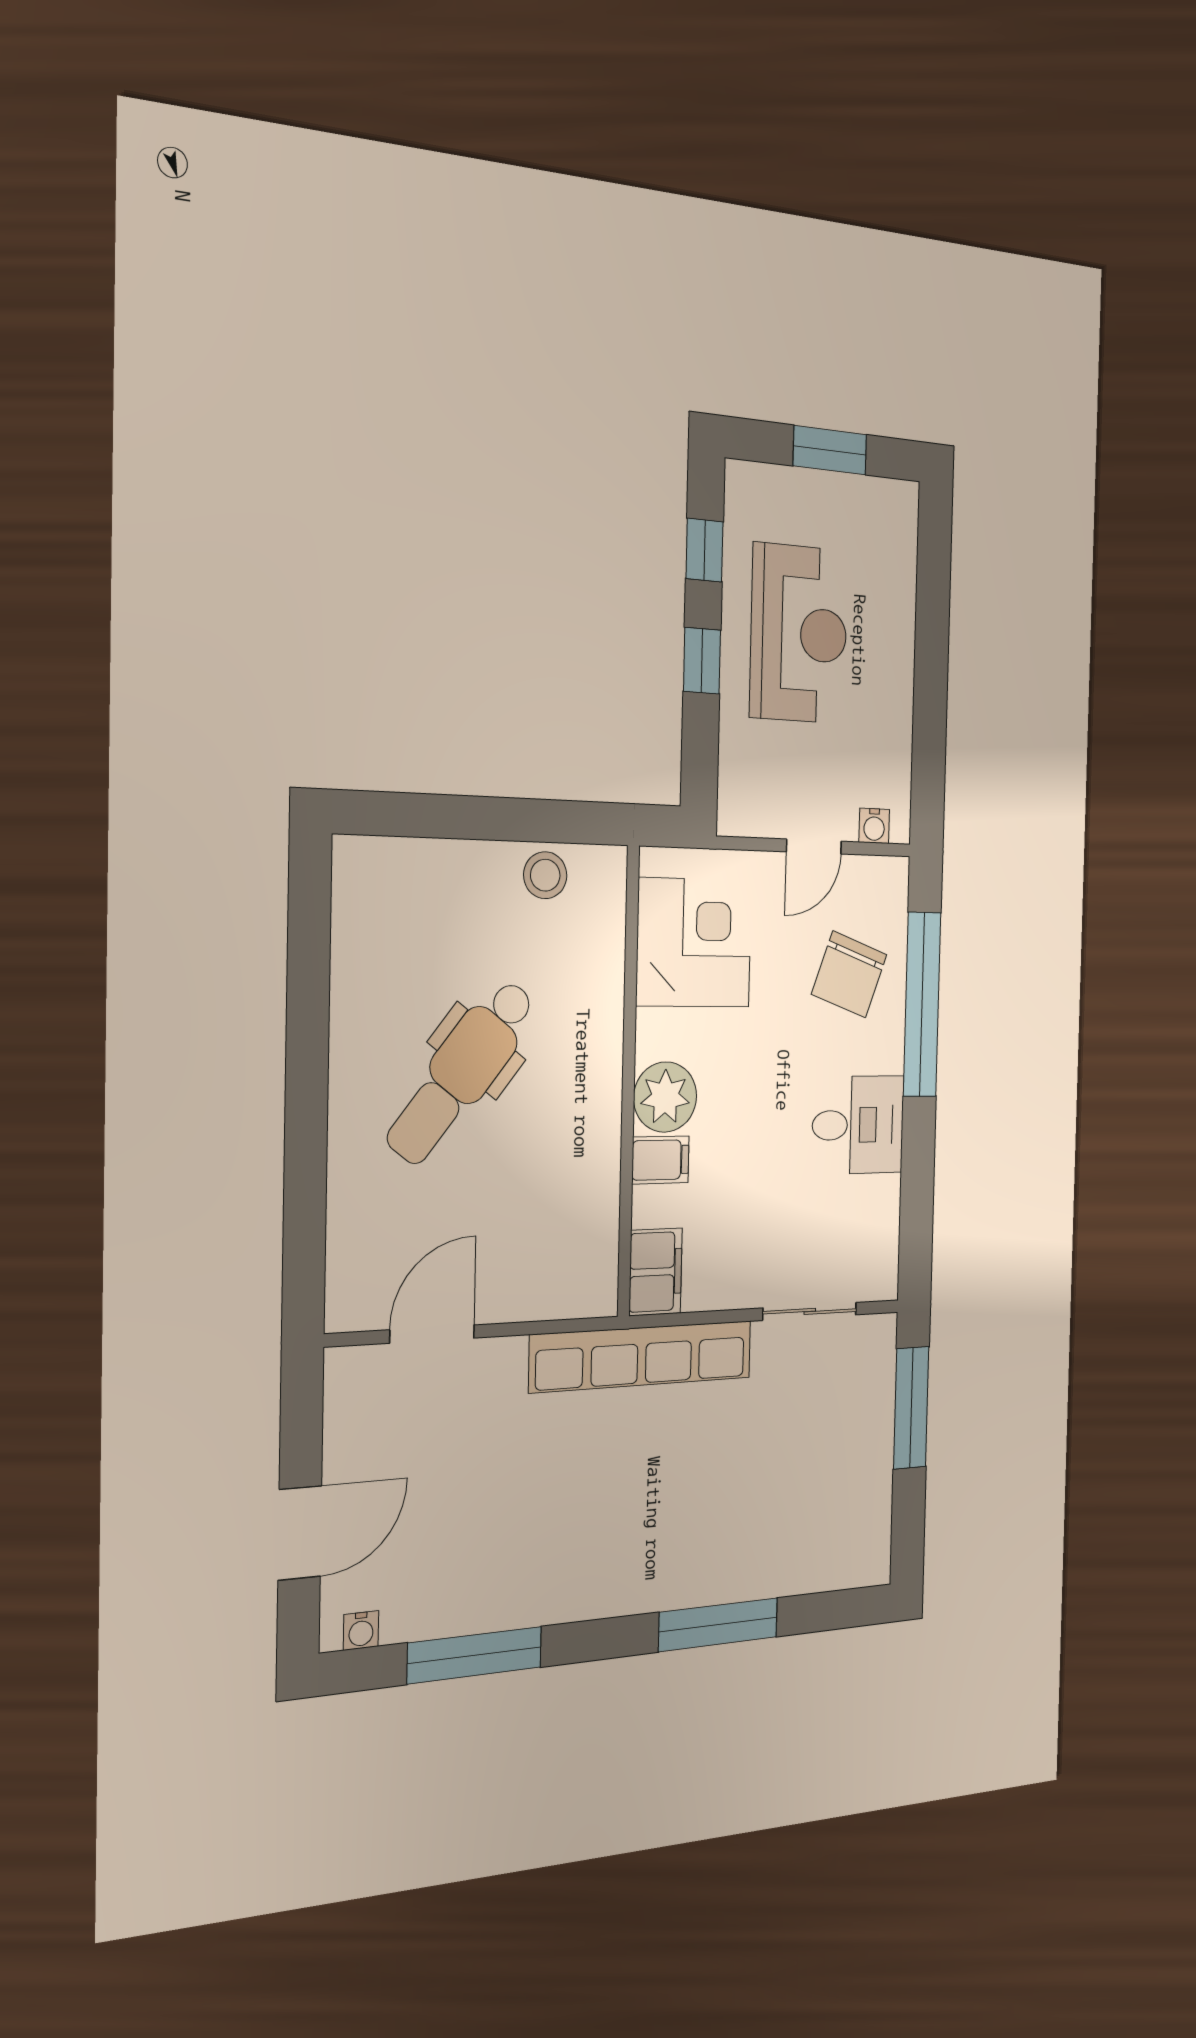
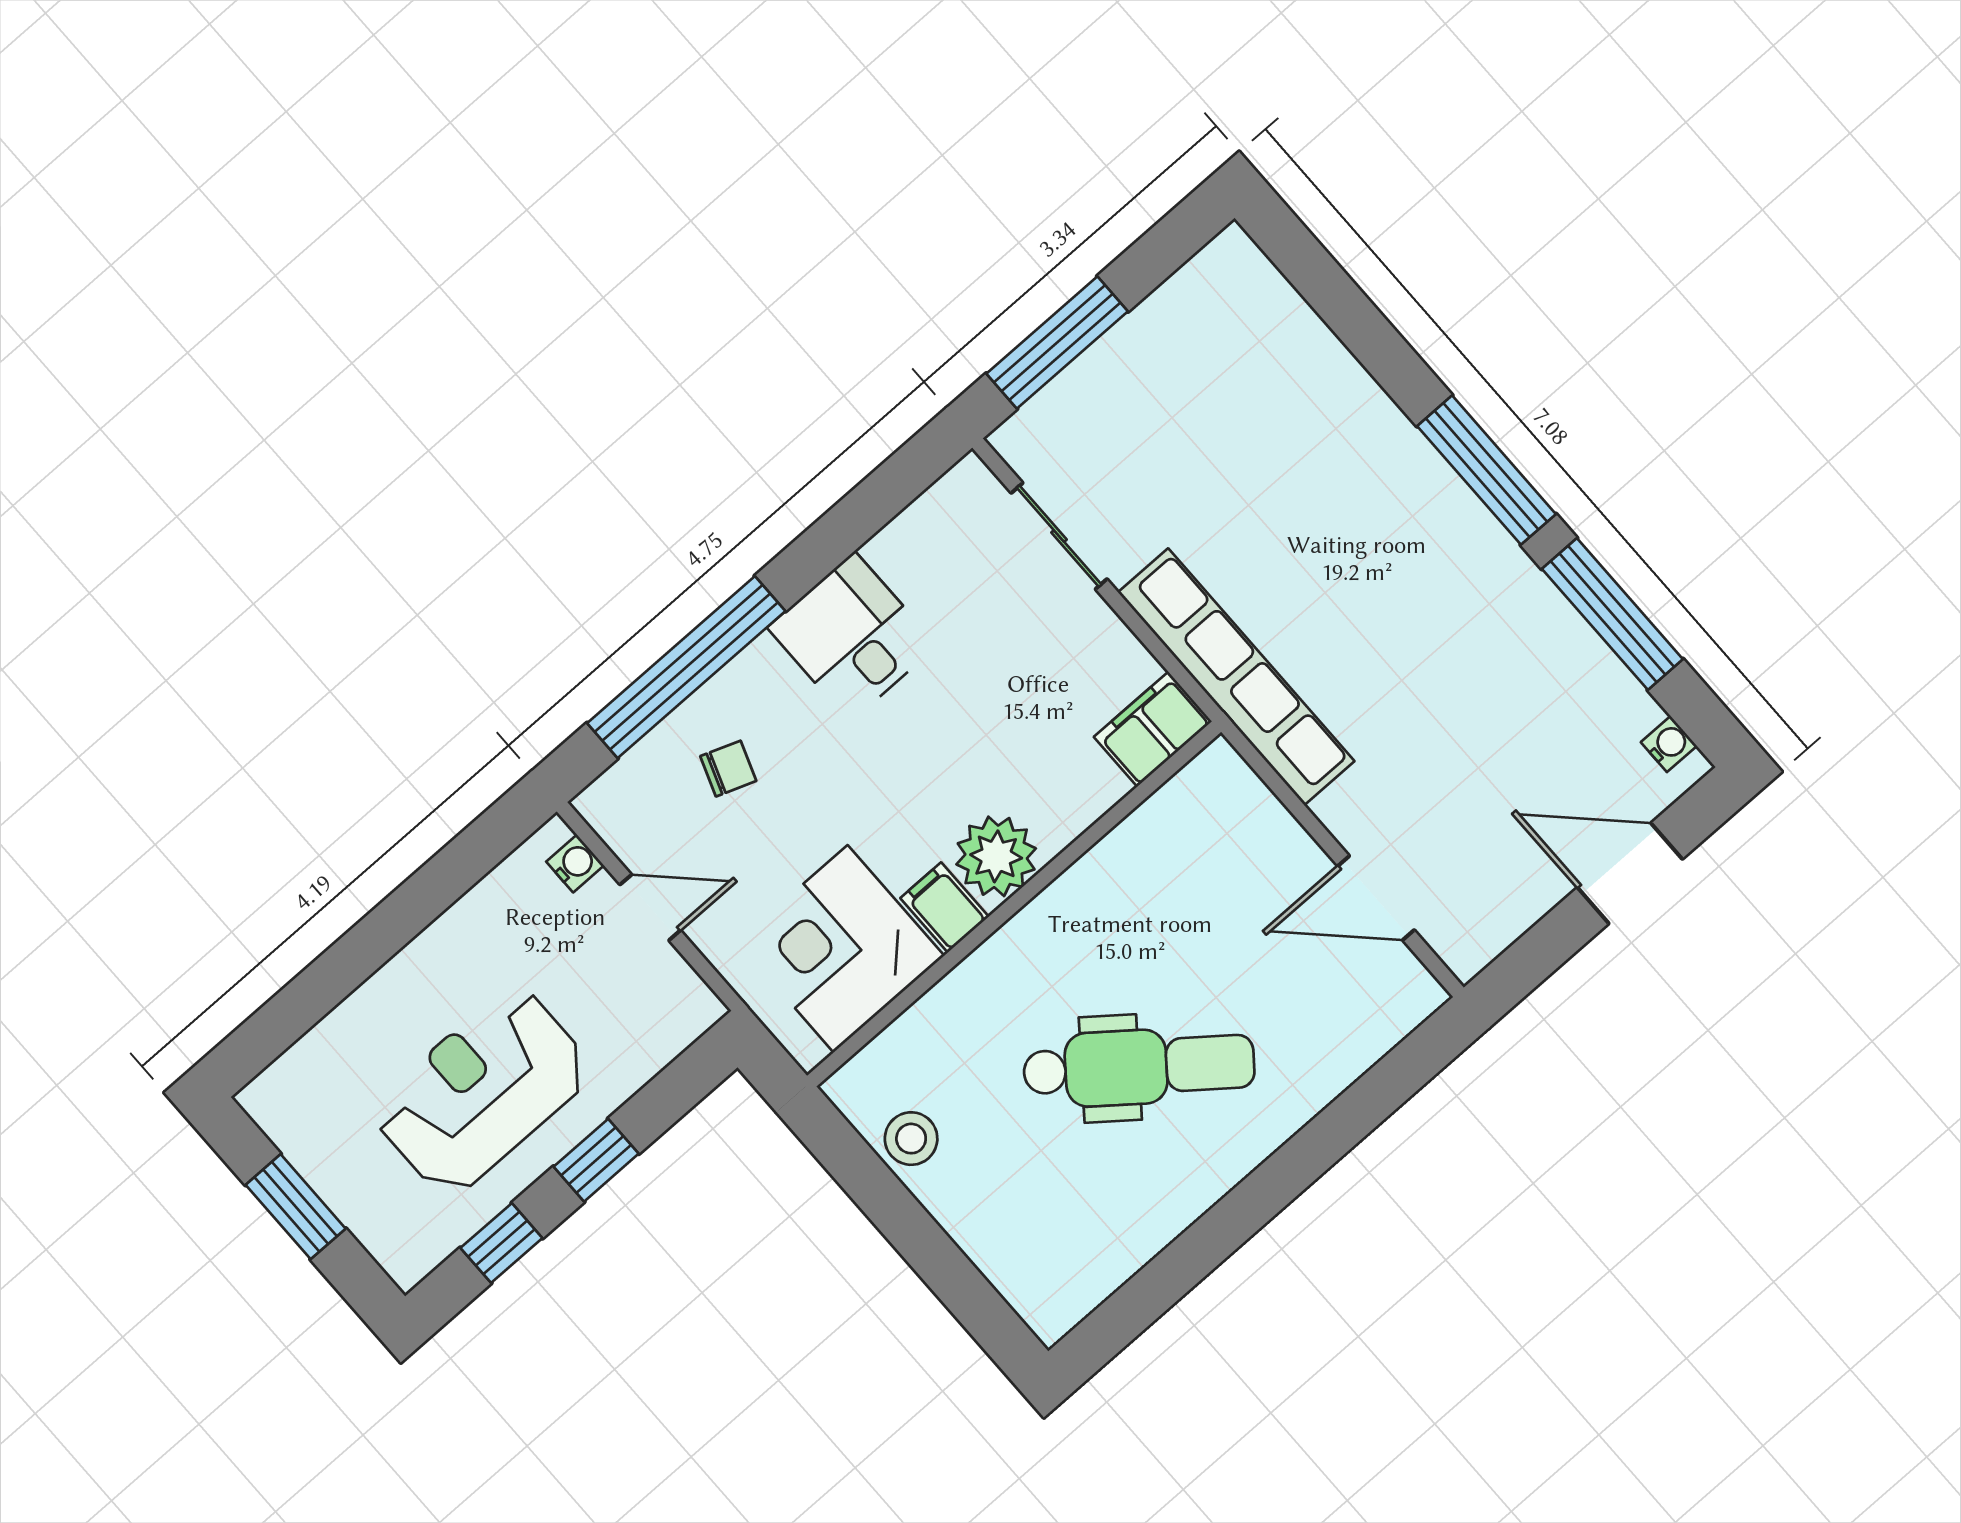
chair: (849, 974) -> (728, 769), width x0.54, depth x0.54
filing cabinet: (660, 1160) -> (944, 907), moved
window: (718, 1625) -> (1486, 470), moved

